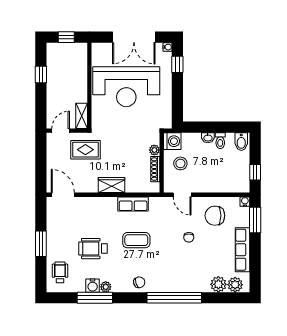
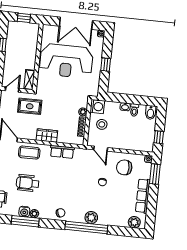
window: (177, 64) -> (106, 65), moved
coffee table: (136, 240) -> (29, 153), moved
plant: (218, 284) -> (91, 217), moved

